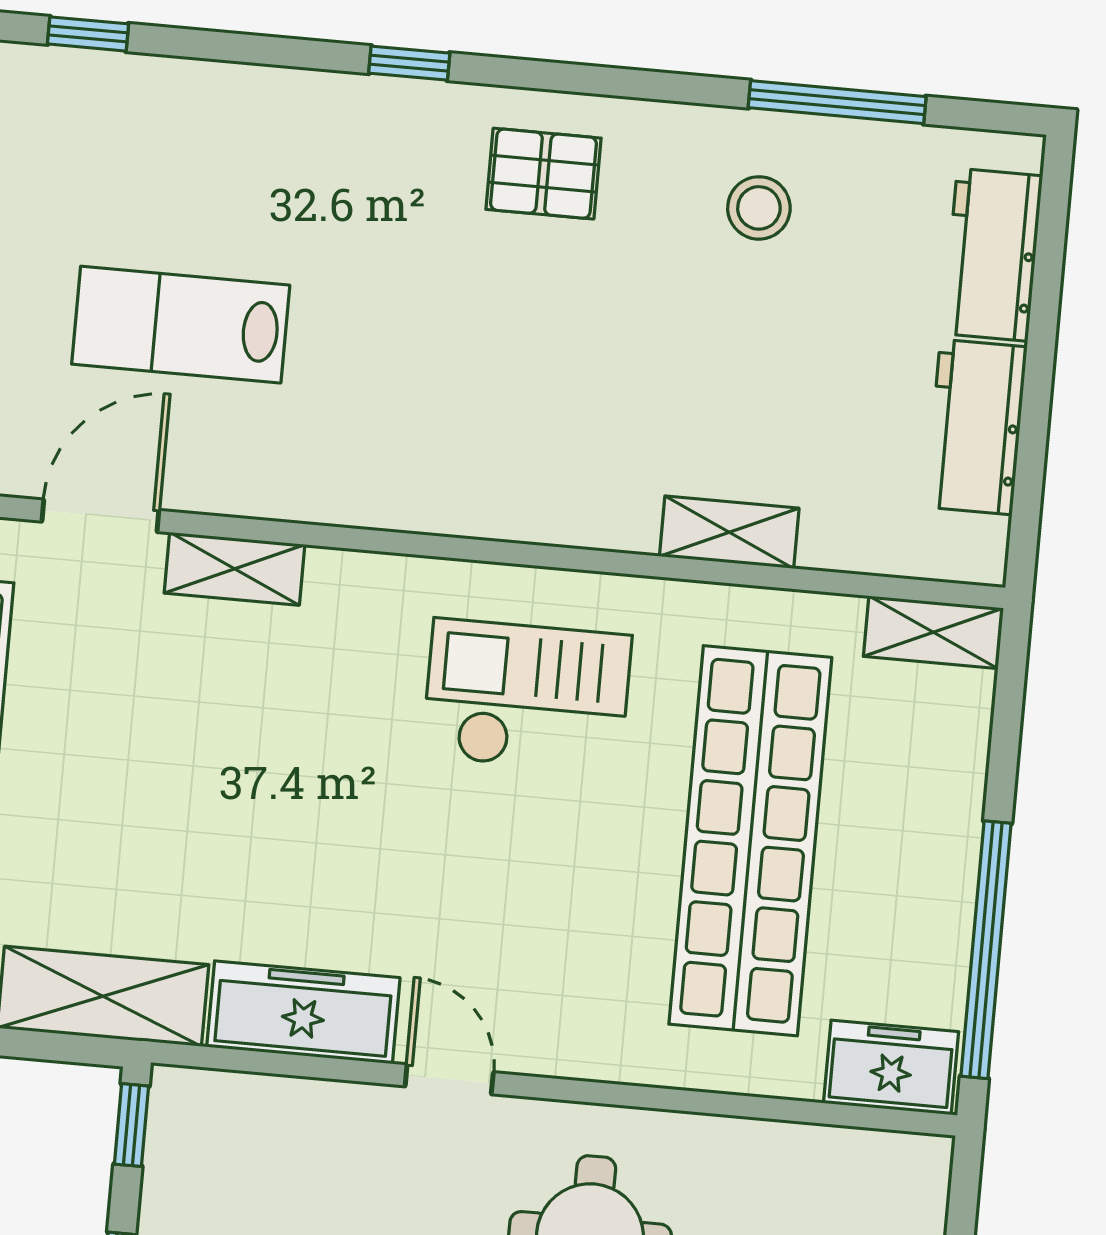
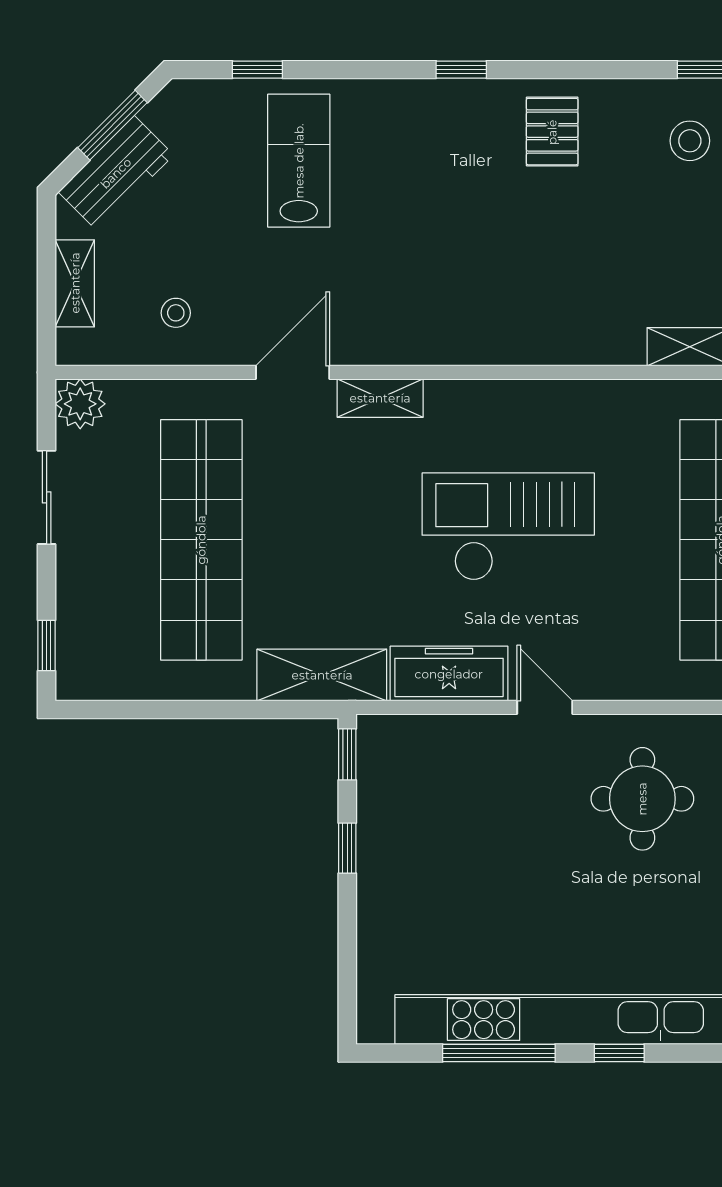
pallet: (544, 174) -> (552, 132), turned 90
lab bench: (181, 325) -> (299, 161), moved, turned 90
checkout: (527, 696) -> (508, 527), moved, width x1.36, depth x1.21

